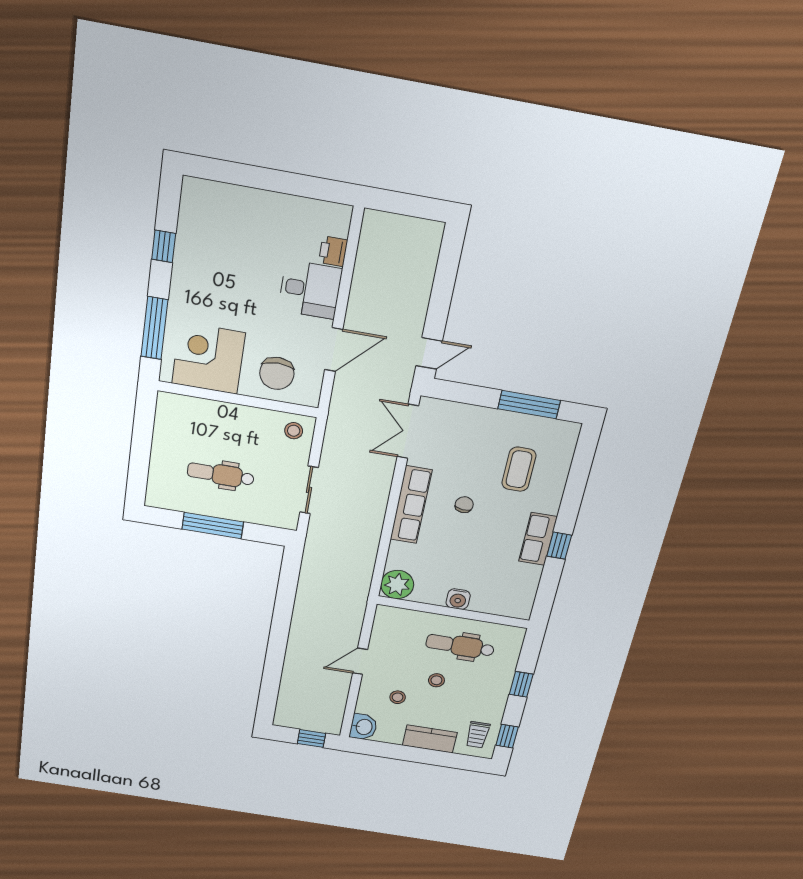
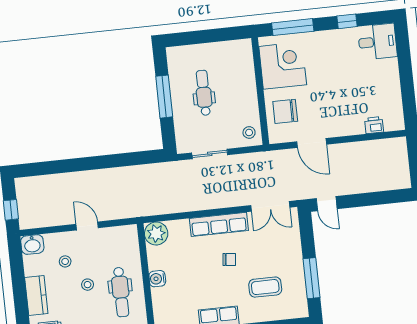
desk: (310, 289) -> (377, 42), moved, turned -90
double door: (408, 431) -> (270, 206), swing flipped
dental chair: (460, 646) -> (121, 292), turned 180

